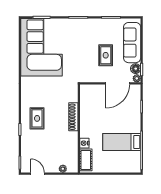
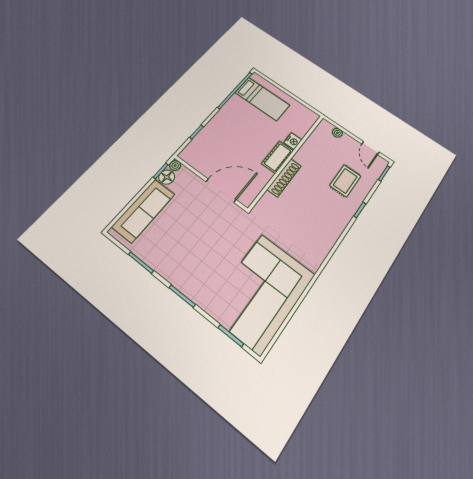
rug: (106, 55) -> (188, 220), removed
door: (118, 83) -> (221, 191), moved
rug: (37, 118) -> (345, 181), moved
bed: (122, 142) -> (262, 99), moved
cot: (86, 160) -> (278, 157), moved

